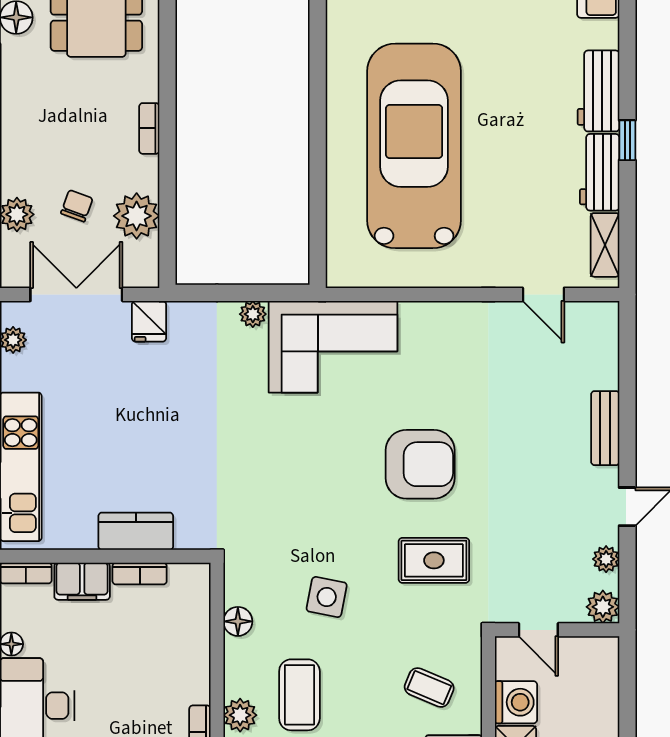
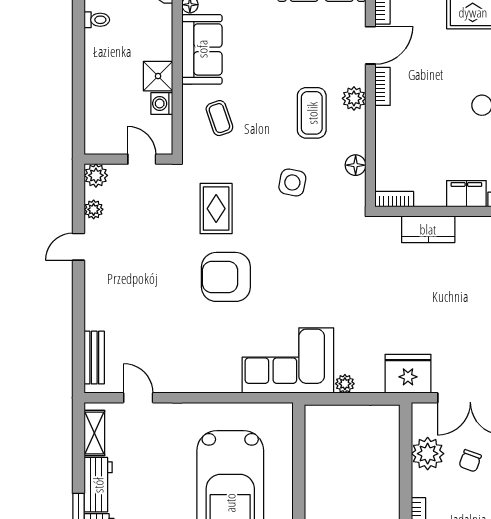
fridge: (149, 321) -> (408, 374), width x1.88, depth x1.34
bench: (605, 428) -> (94, 358), moved
rug: (434, 560) -> (216, 209), turned 90
bookcase: (140, 574) -> (394, 199), moved
coffee table: (429, 688) -> (219, 118), turned 48
washing machine: (516, 702) -> (162, 104), width x0.73, depth x0.73

